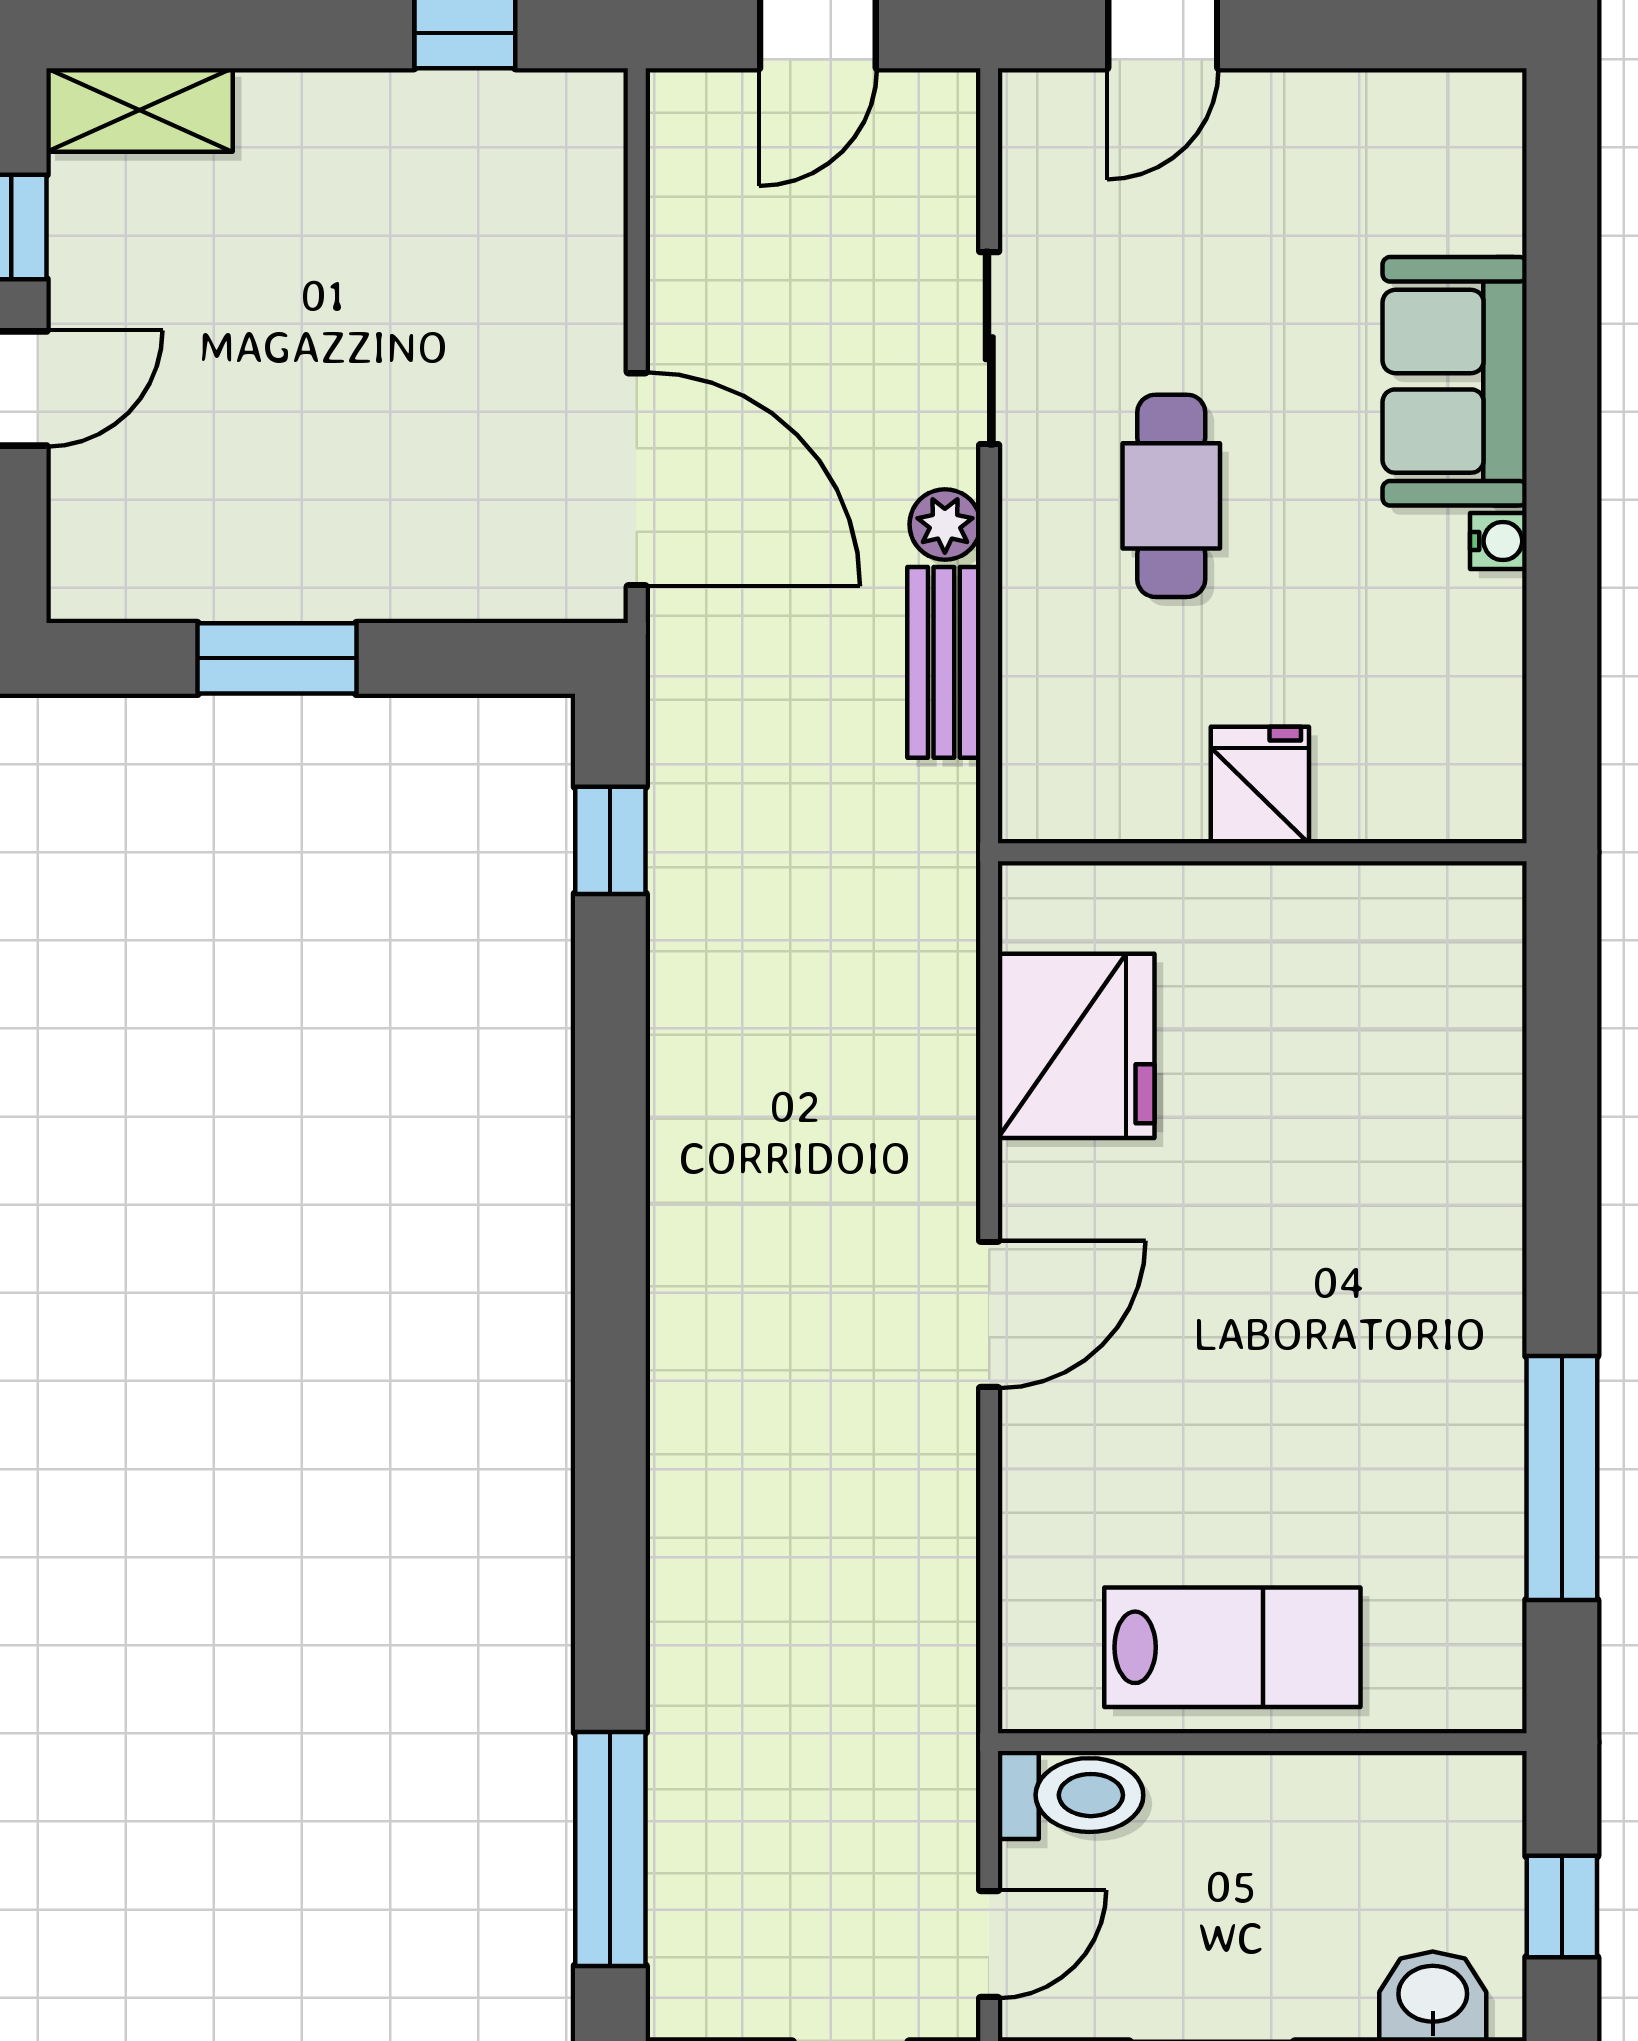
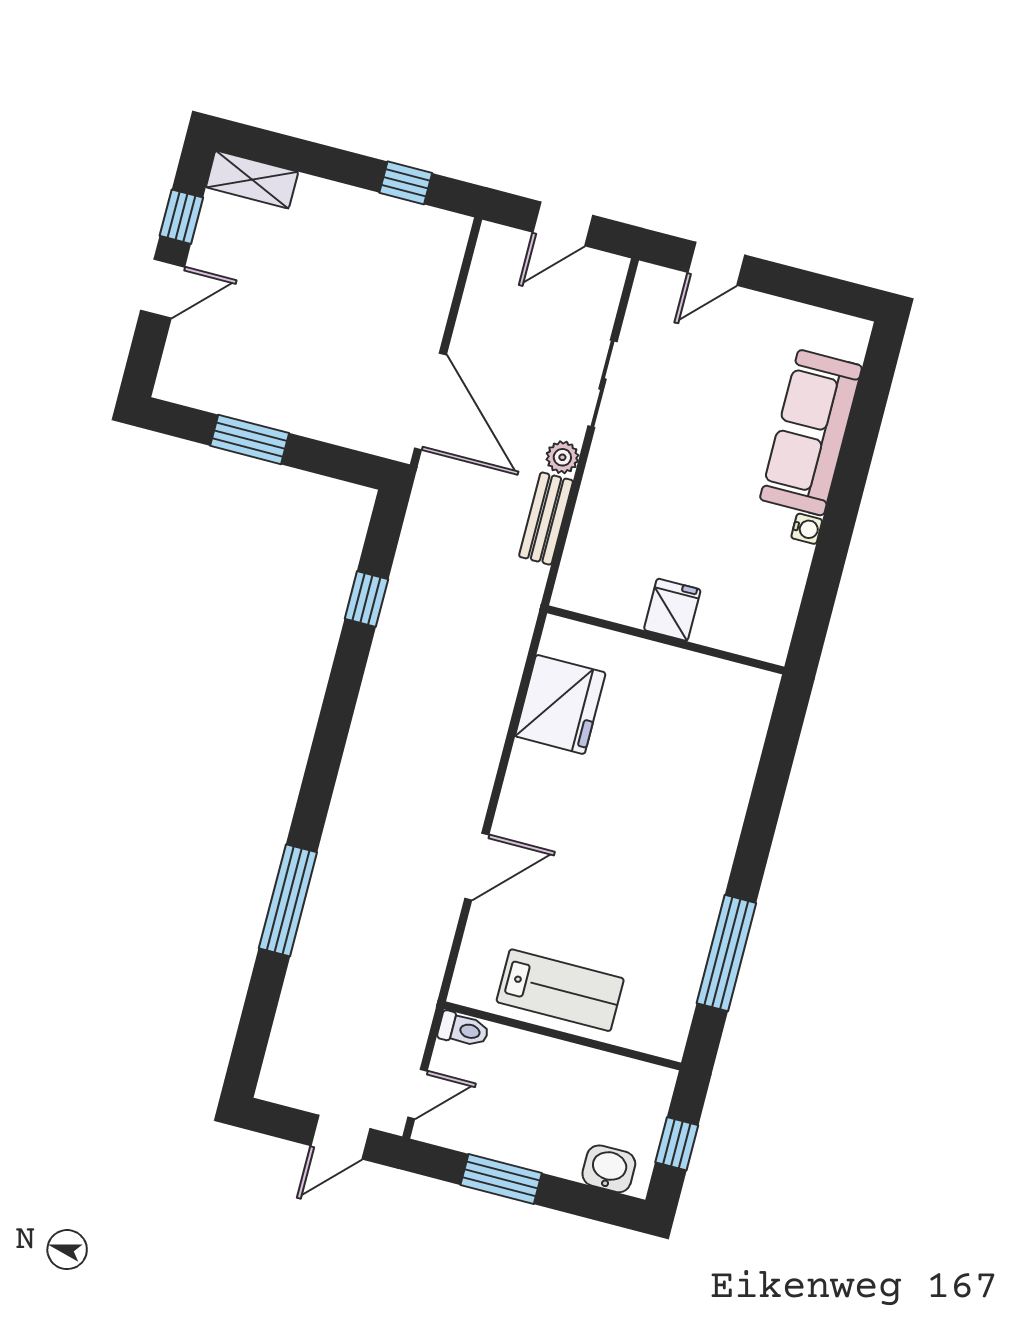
sofa: (1455, 381) -> (811, 433), width x1.36
cafe table: (1171, 496) -> (666, 471), removed
window: (610, 840) -> (366, 599), moved
door: (989, 1314) -> (477, 867), moved
toilet: (1071, 1795) -> (463, 1030), width x0.73, depth x0.72
window: (610, 1849) -> (288, 900), moved

